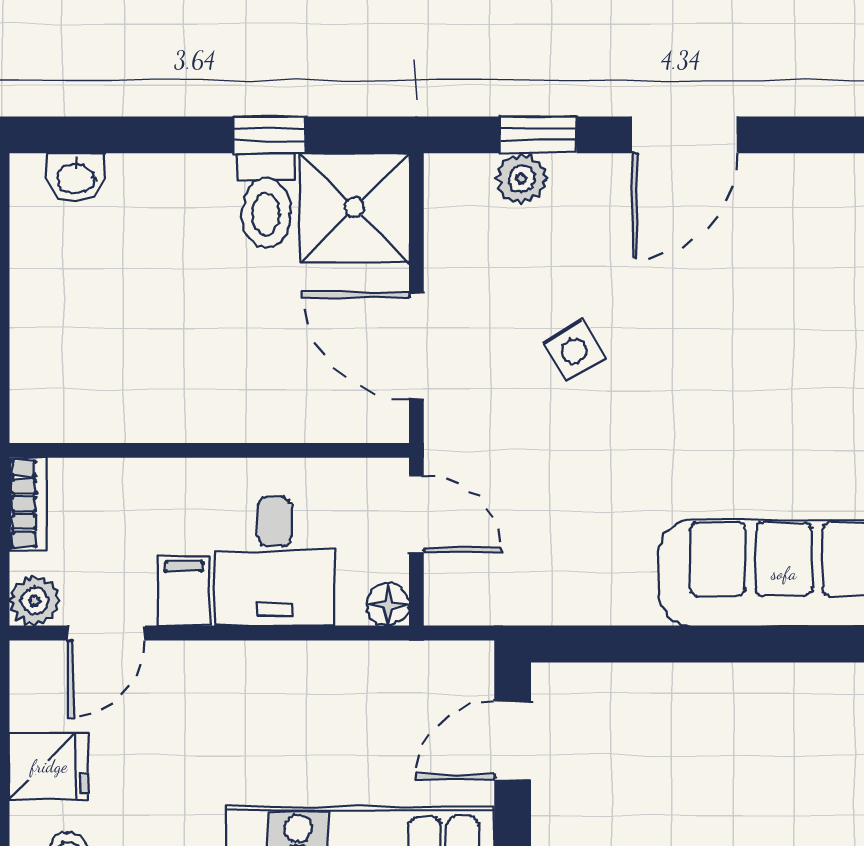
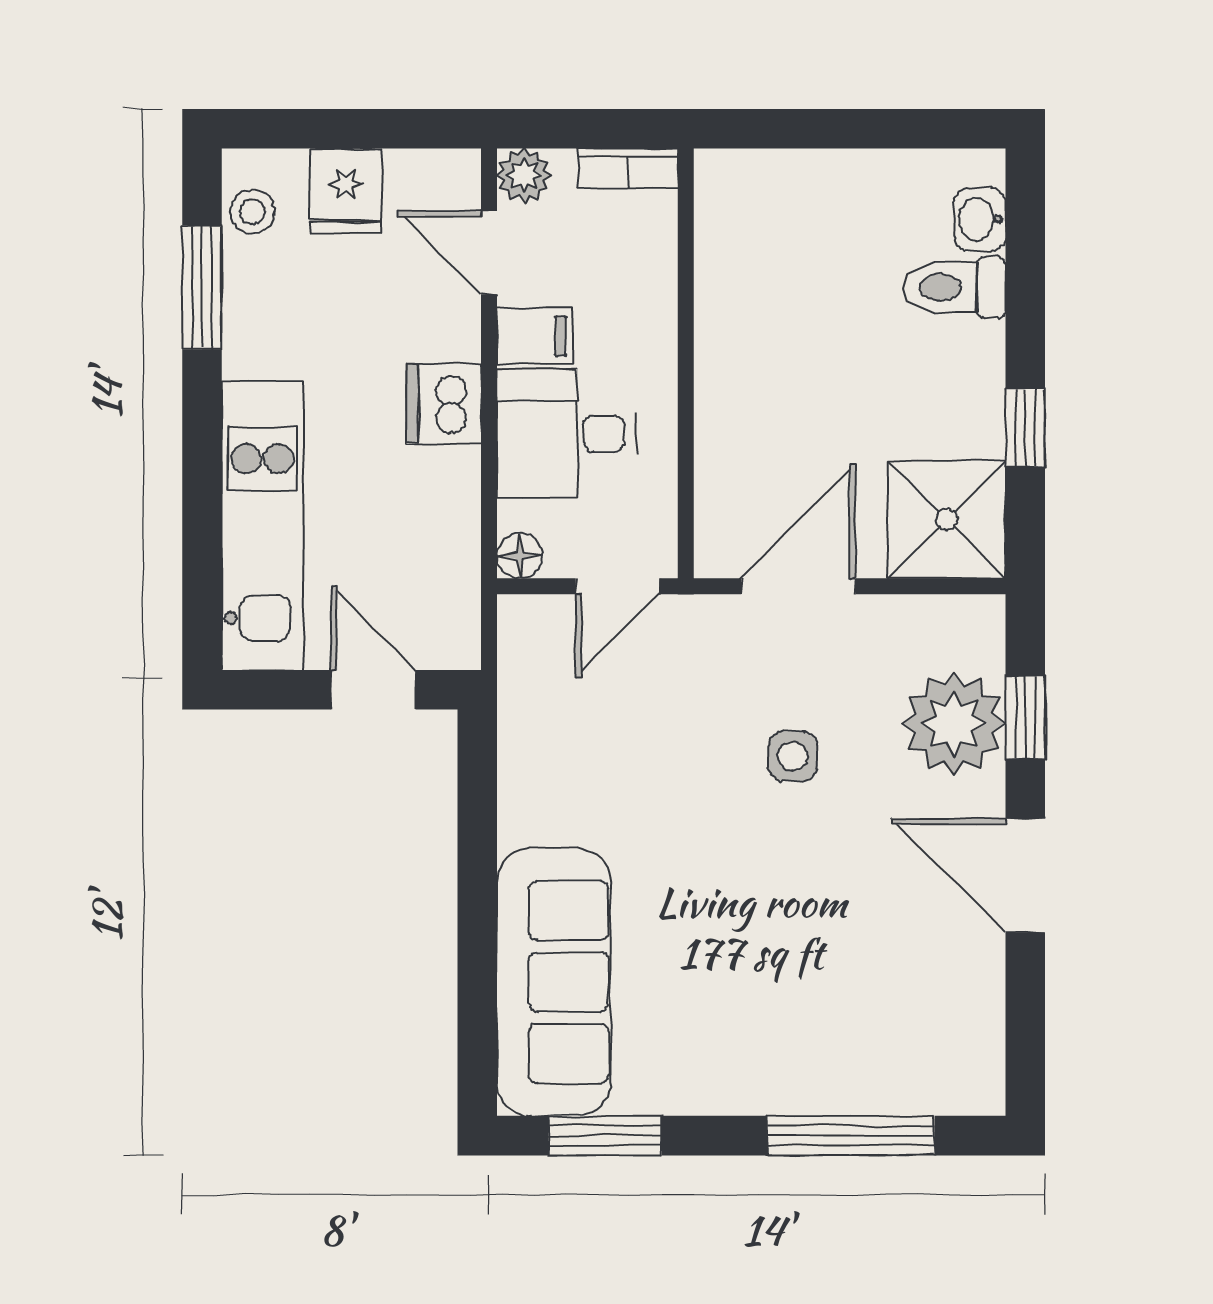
plant: (521, 179) -> (954, 723), width x1.88, depth x1.88
toilet: (266, 201) -> (954, 288), moved
side table: (574, 351) -> (793, 756), turned 31
dishwasher: (247, 675) -> (444, 404), added

